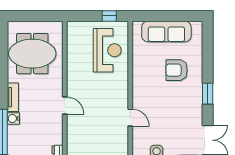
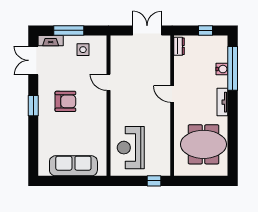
window: (109, 16) -> (154, 181), moved
armchair: (177, 70) -> (65, 101), moved
water cooler: (13, 119) -> (222, 69), moved

